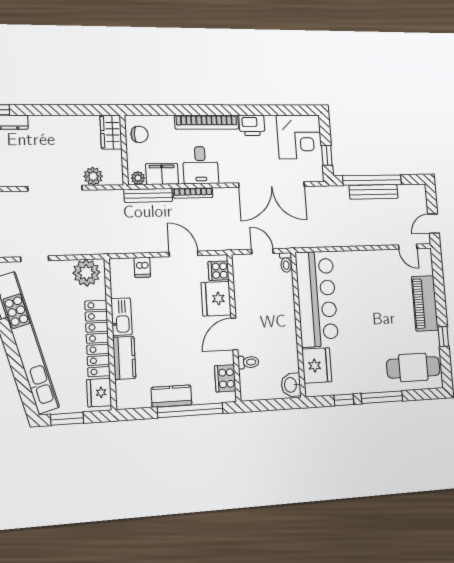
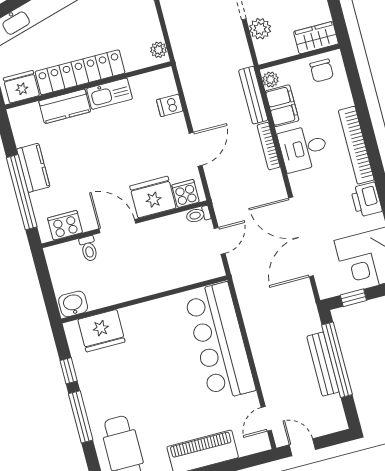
toilet: (286, 262) -> (198, 215), moved
plant: (86, 273) -> (159, 50), width x0.53, depth x0.53
bar counter: (317, 299) -> (220, 342), moved, turned 90

